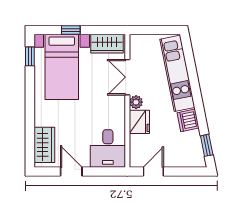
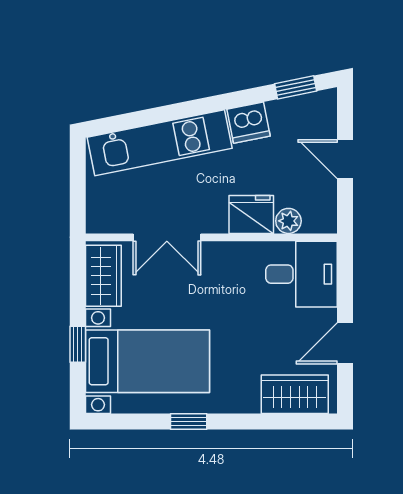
window: (30, 56) -> (189, 421), moved
plant: (136, 102) -> (288, 221), moved
door: (153, 171) -> (345, 159), moved

